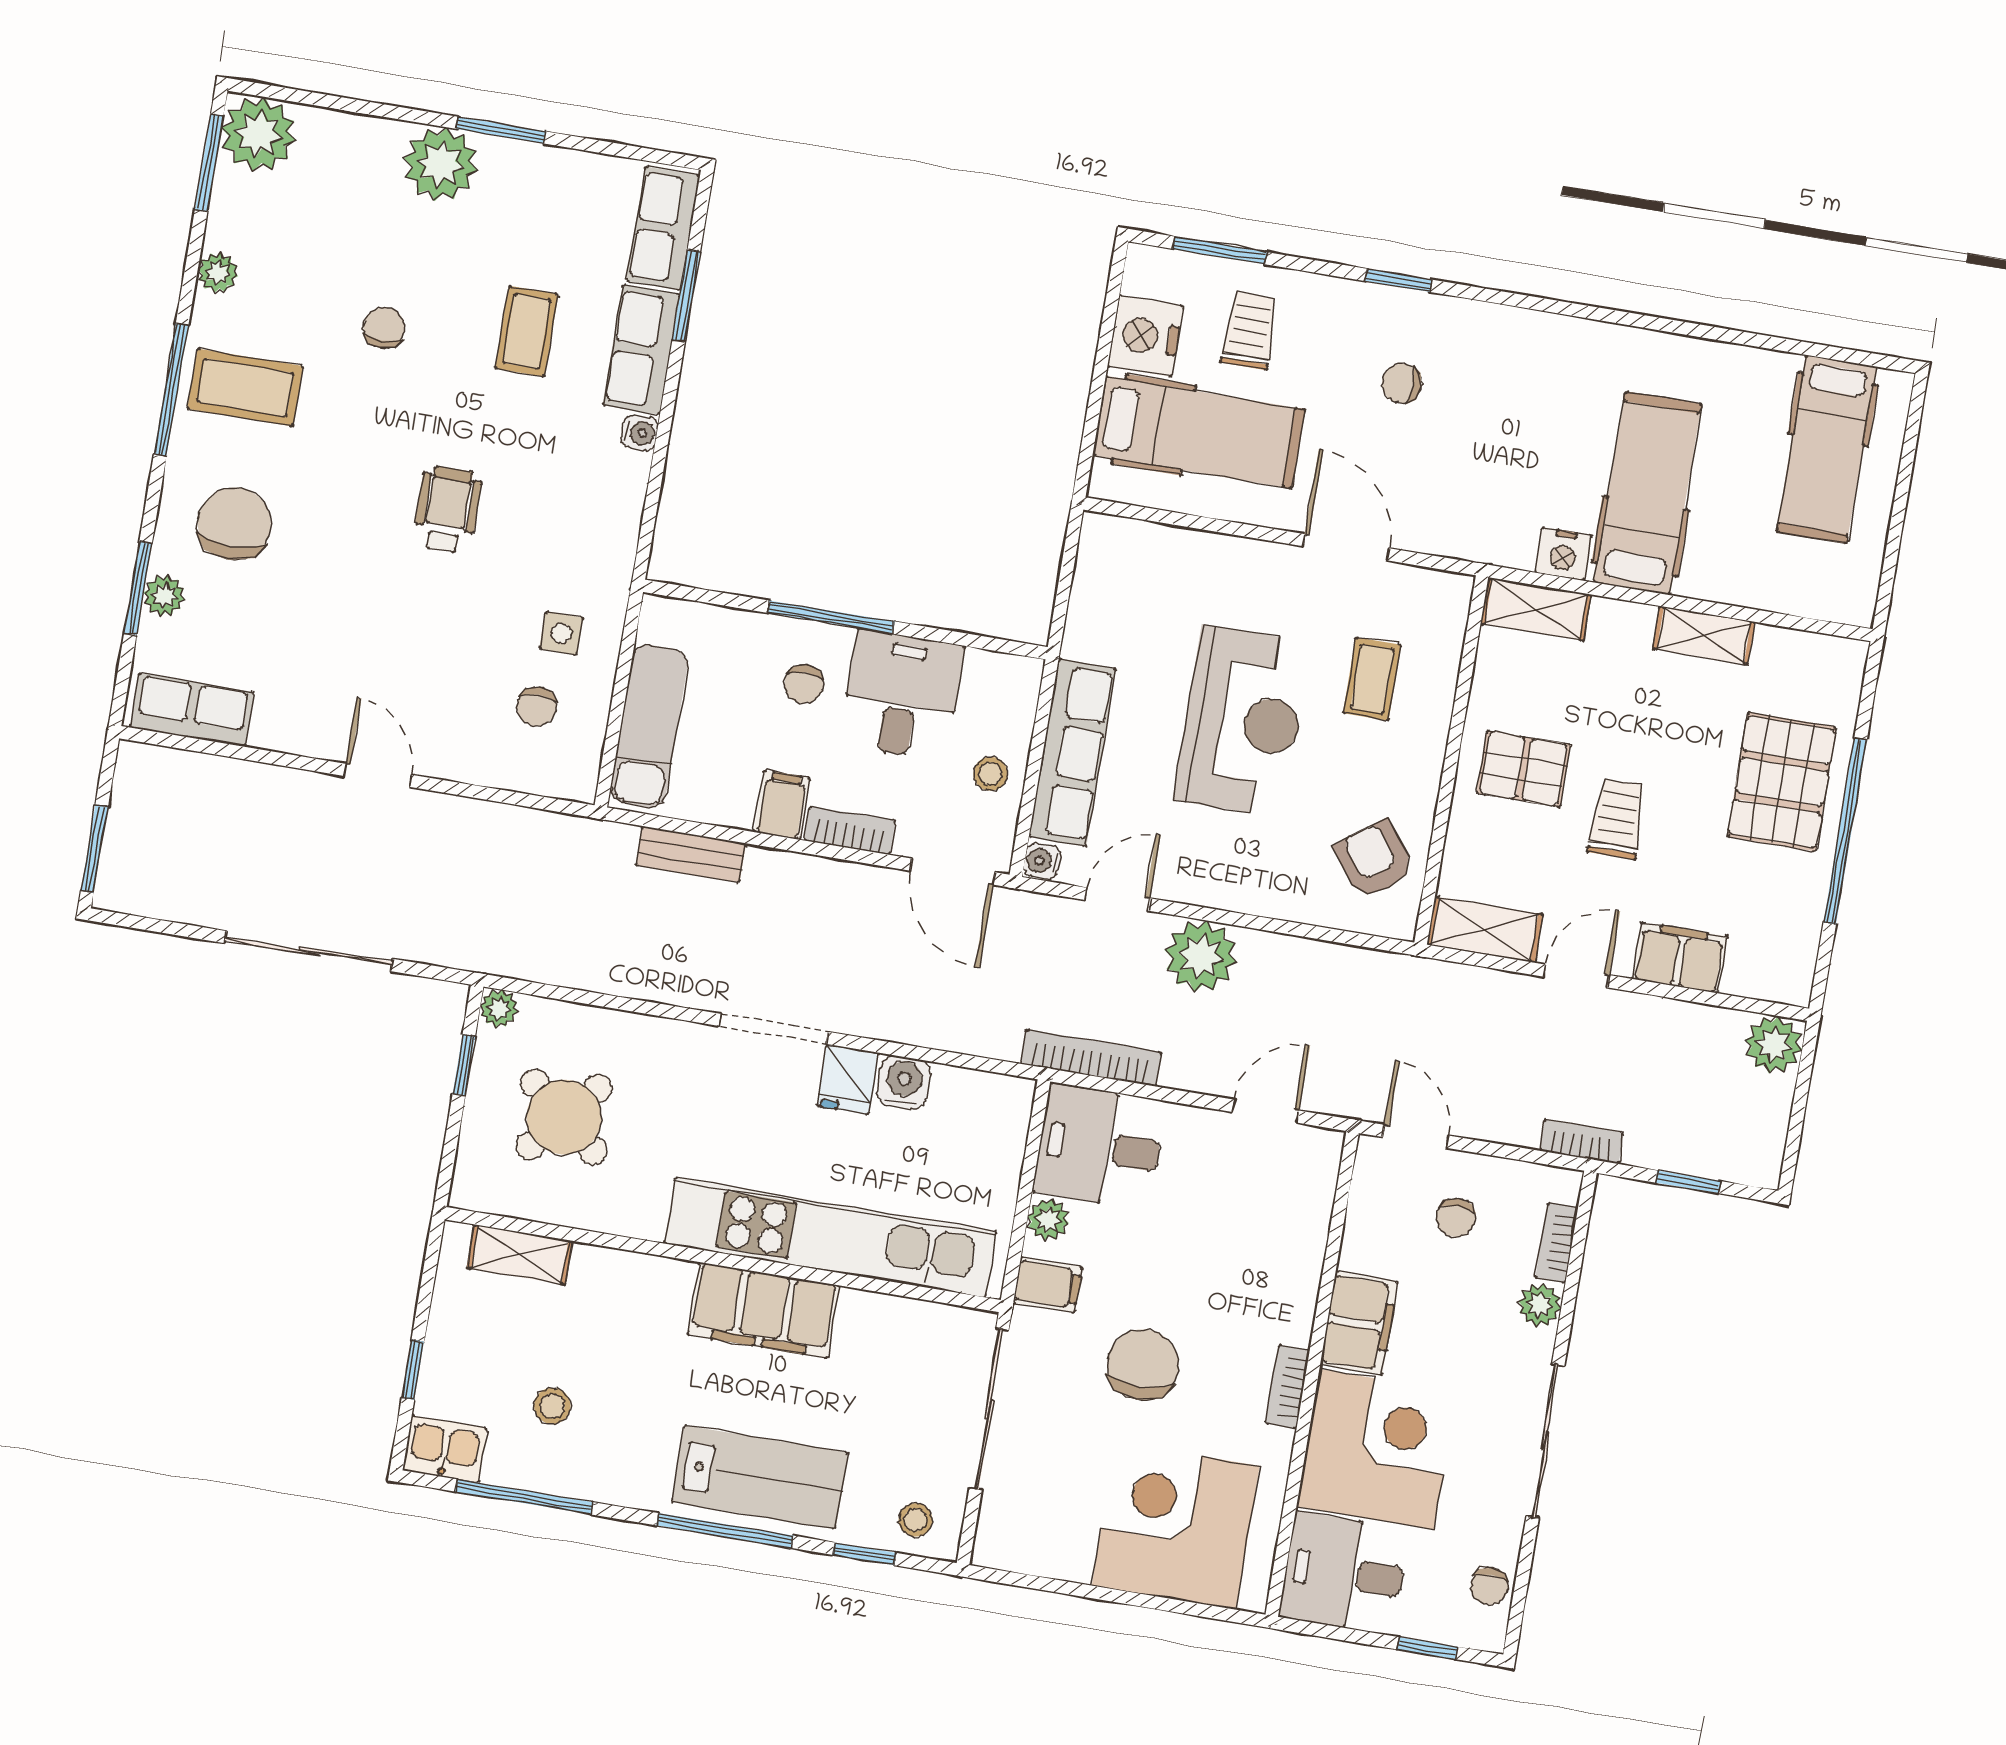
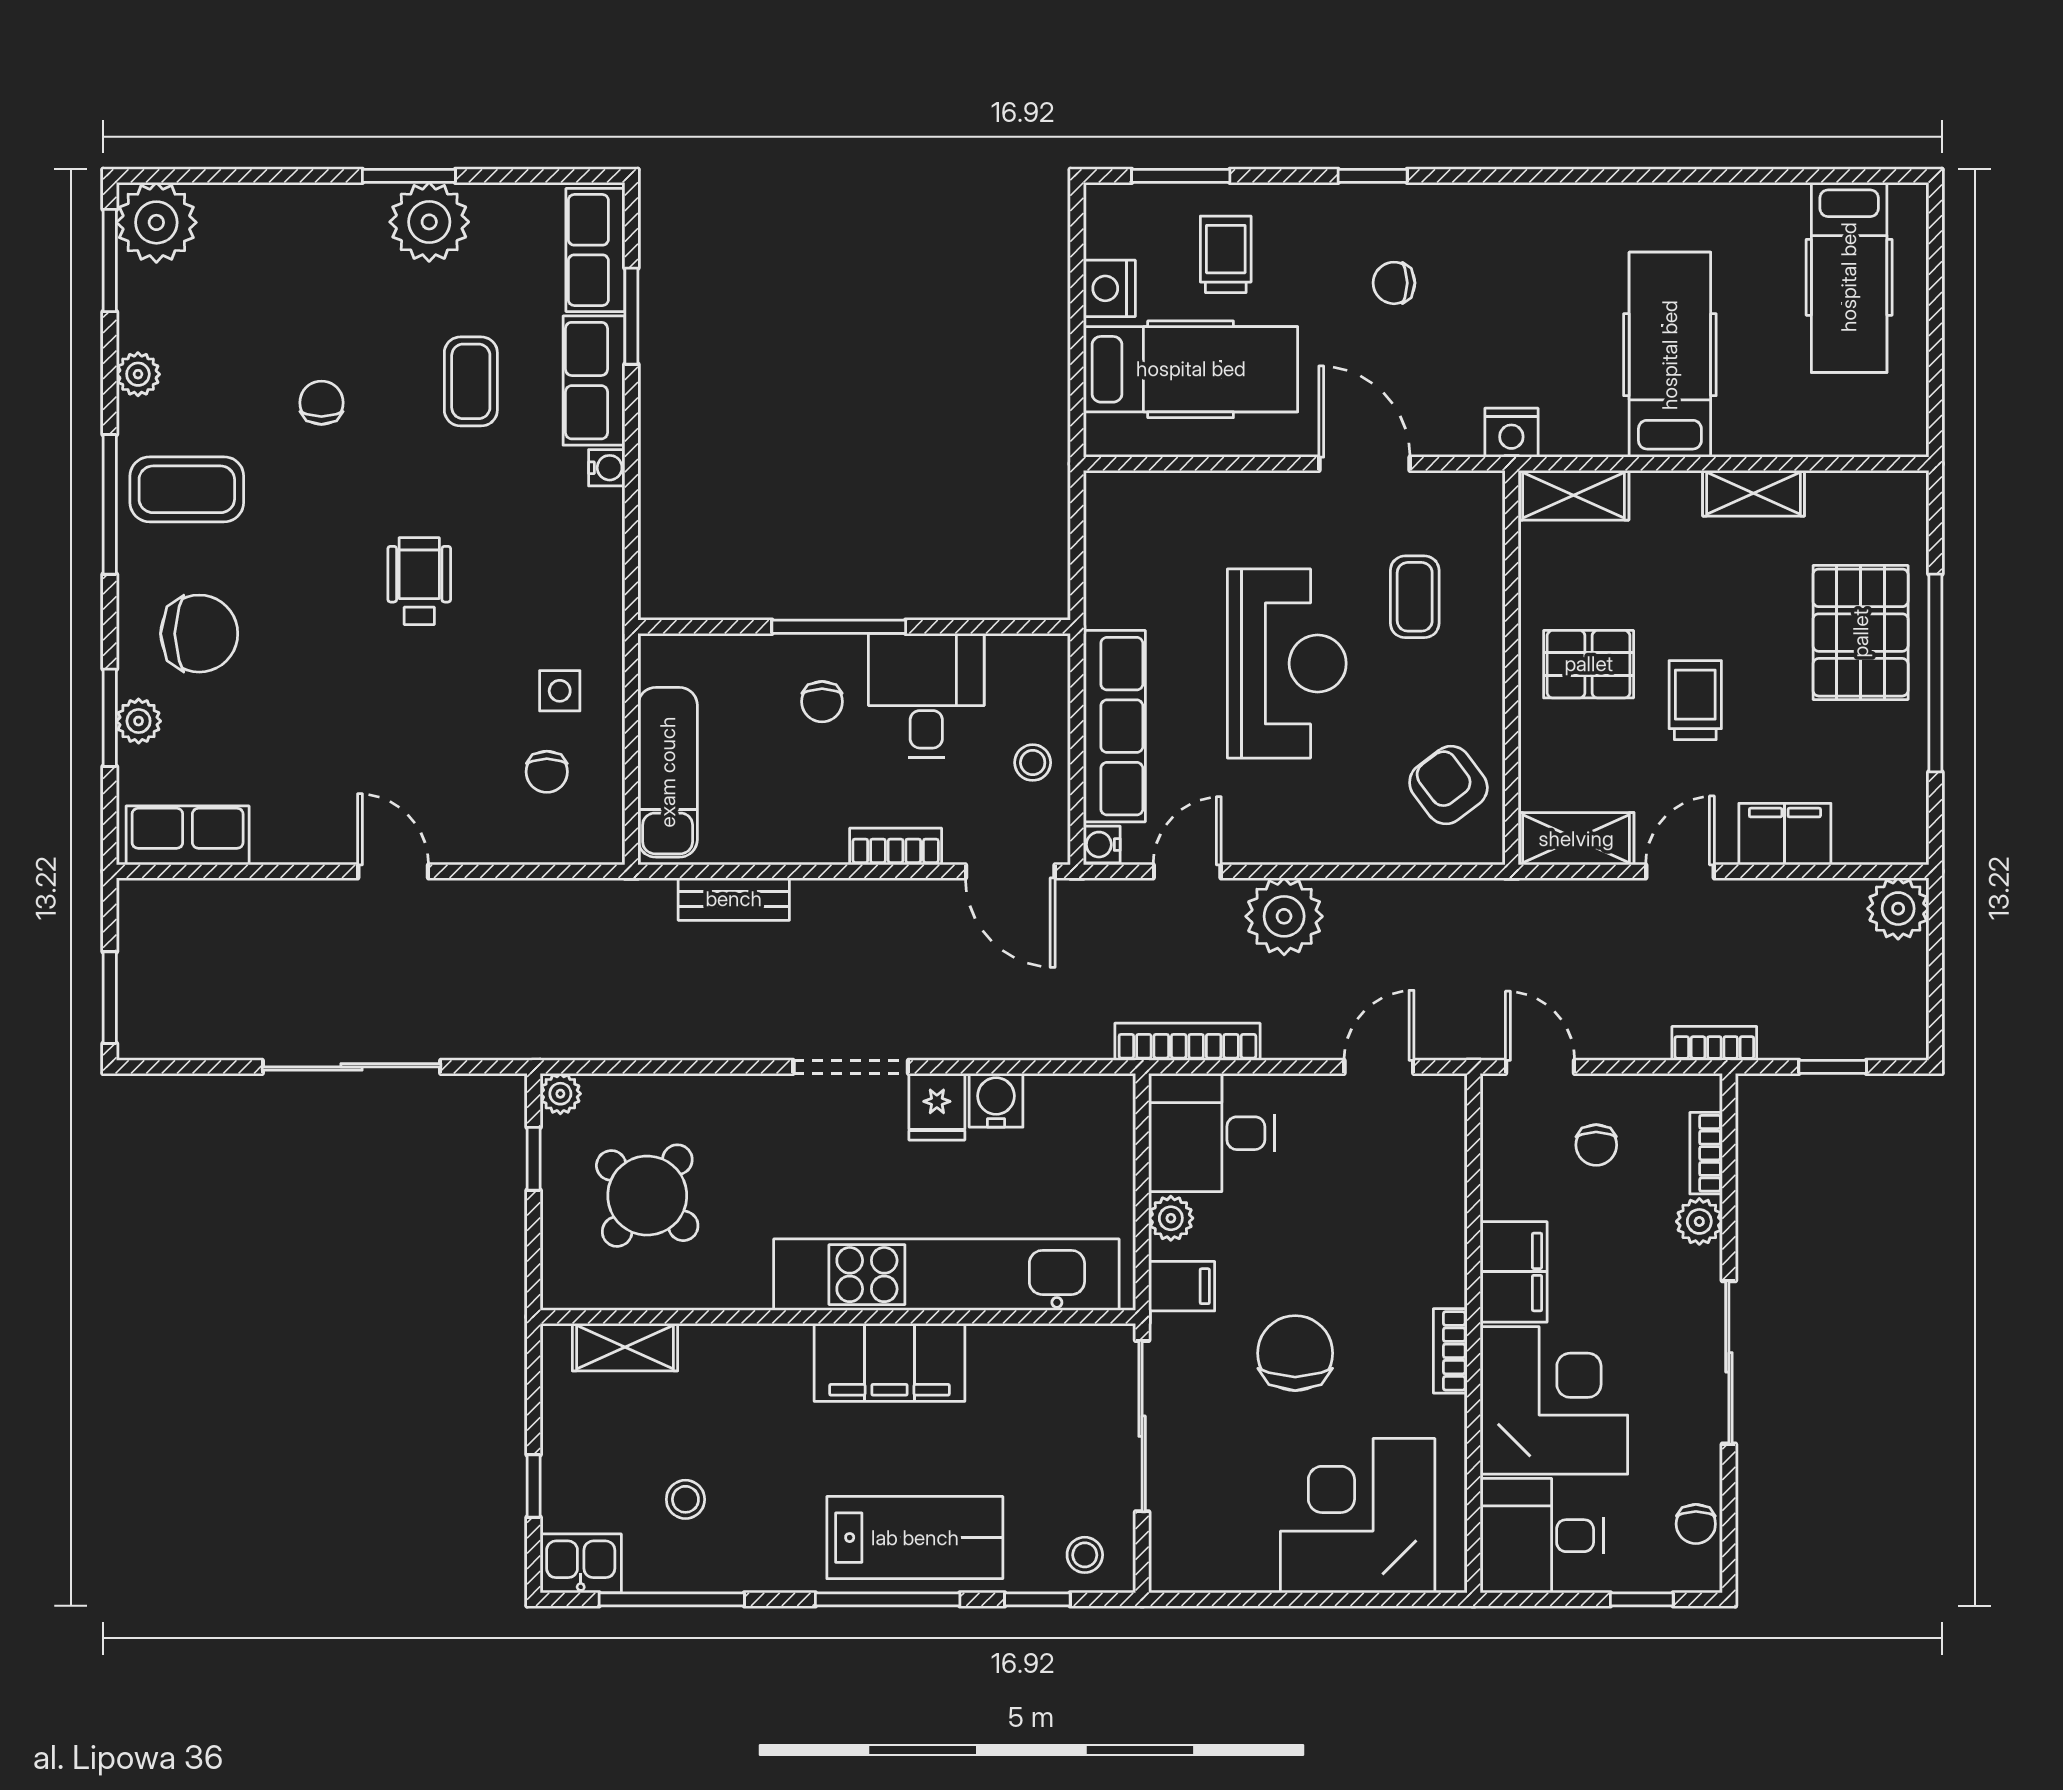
plant: (441, 164) -> (429, 222), moved
nightstand: (1145, 336) -> (1109, 288), width x0.74, depth x0.75
chair: (234, 524) -> (199, 634), turned 90
nightstand: (1563, 554) -> (1511, 433), moved
filing cabinet: (782, 805) -> (820, 832), removed

